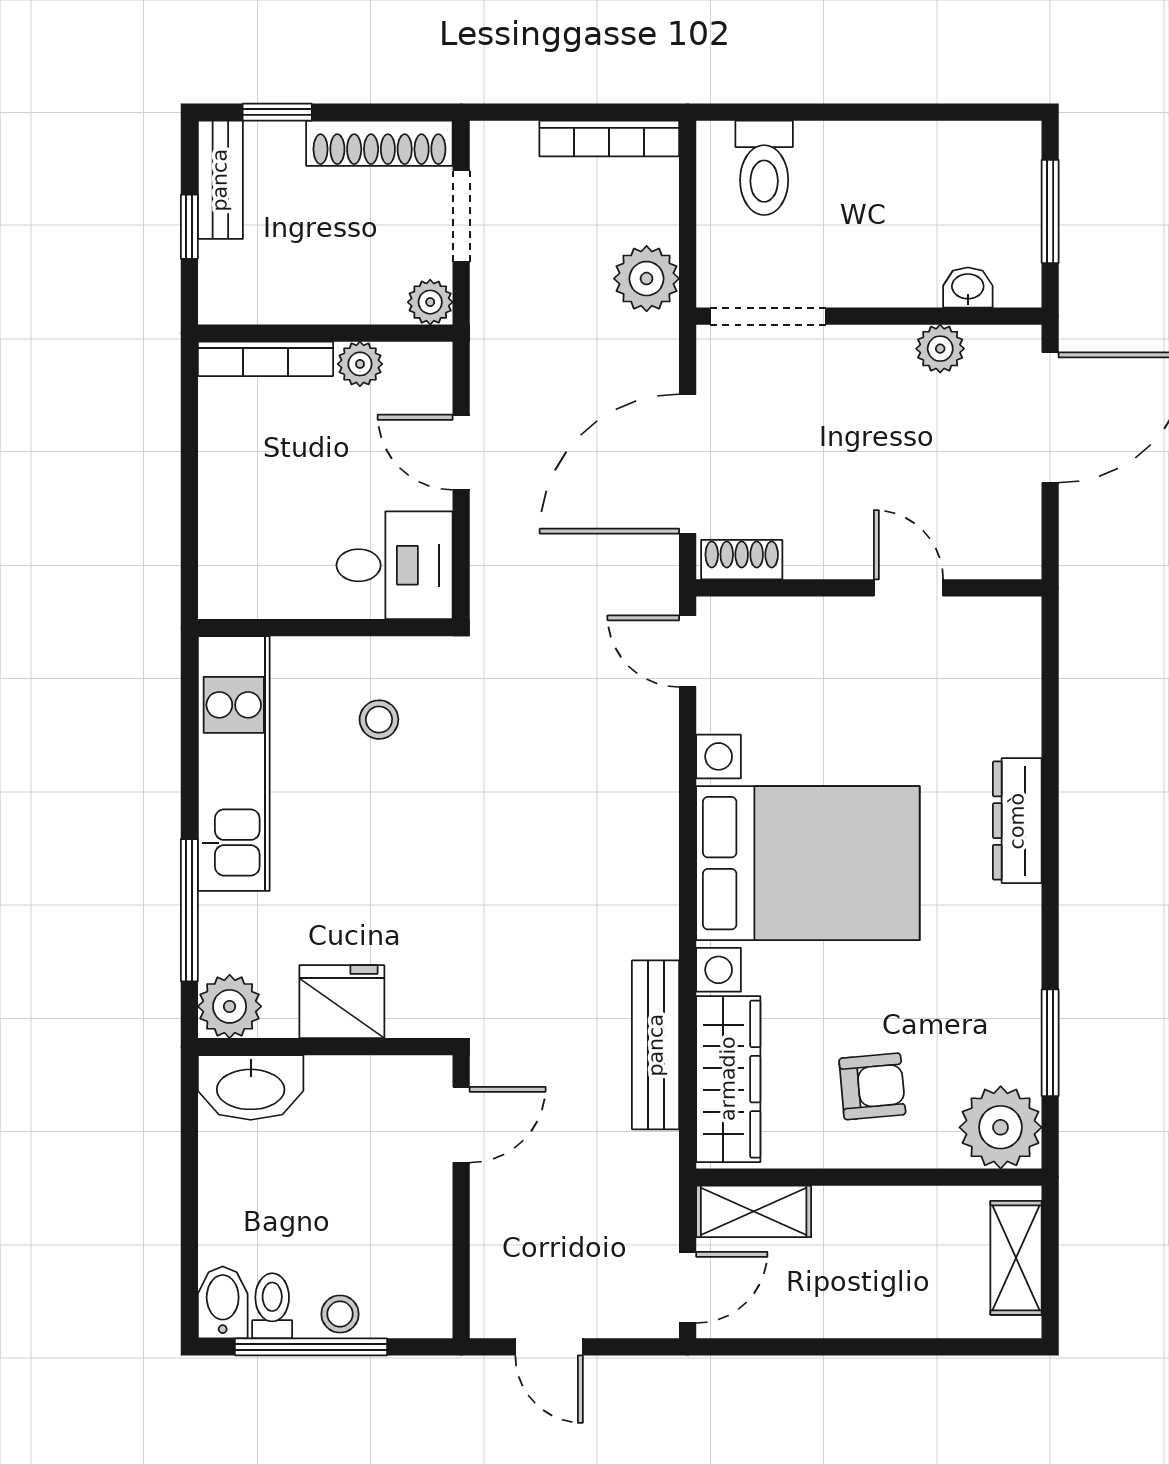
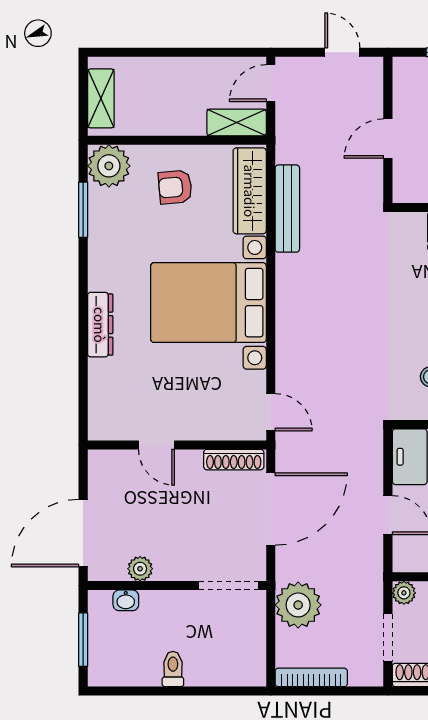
toilet: (764, 168) -> (173, 669), moved, width x0.73, depth x0.72
plant: (647, 279) -> (298, 605), width x1.36, depth x1.36
shoe rack: (742, 560) -> (234, 460), width x1.43
door: (461, 1125) -> (388, 139), moved

